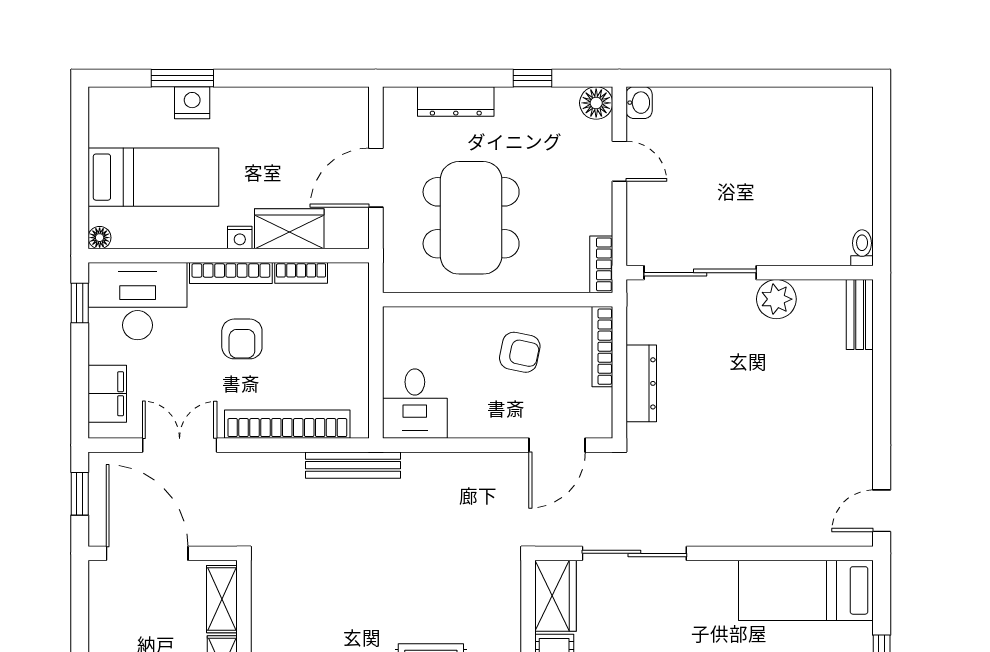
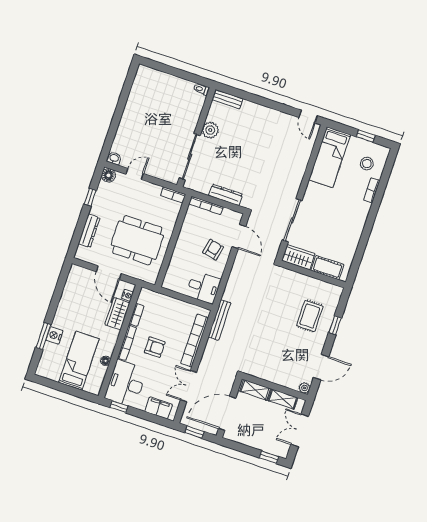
floor lamp: (100, 238) -> (105, 361), moved
nightstand: (240, 238) -> (127, 295), moved
armchair: (520, 352) -> (213, 250), moved

